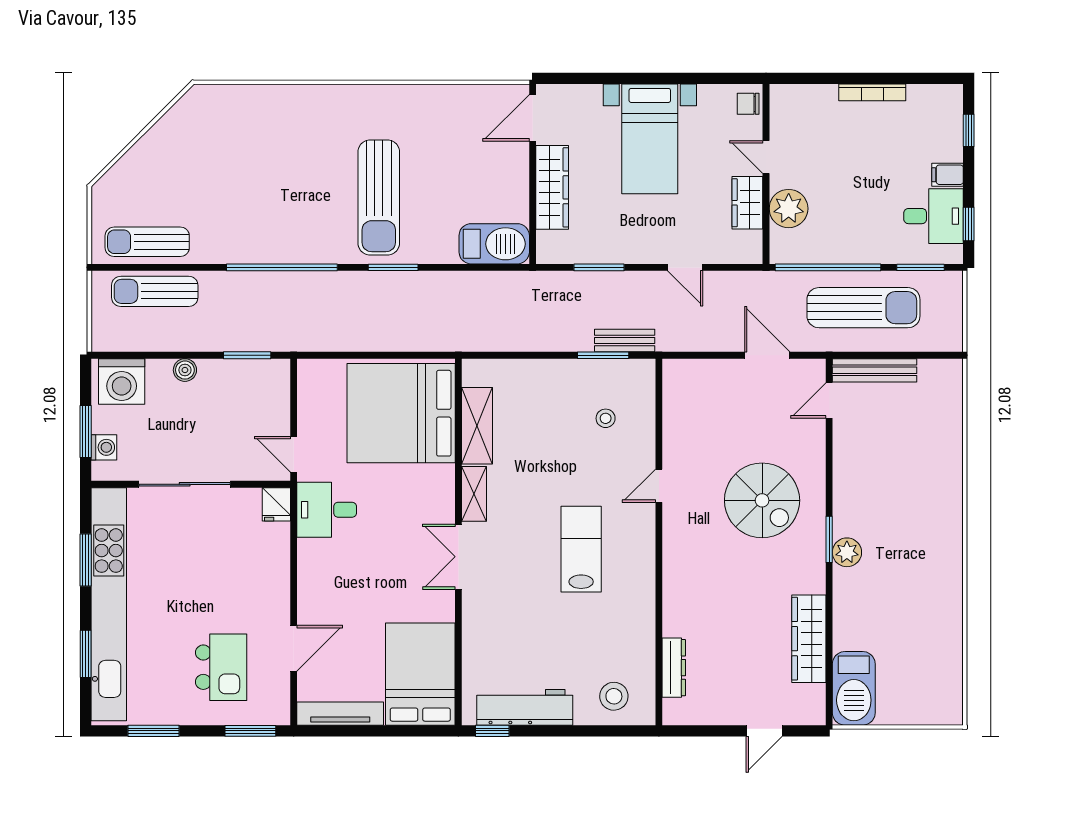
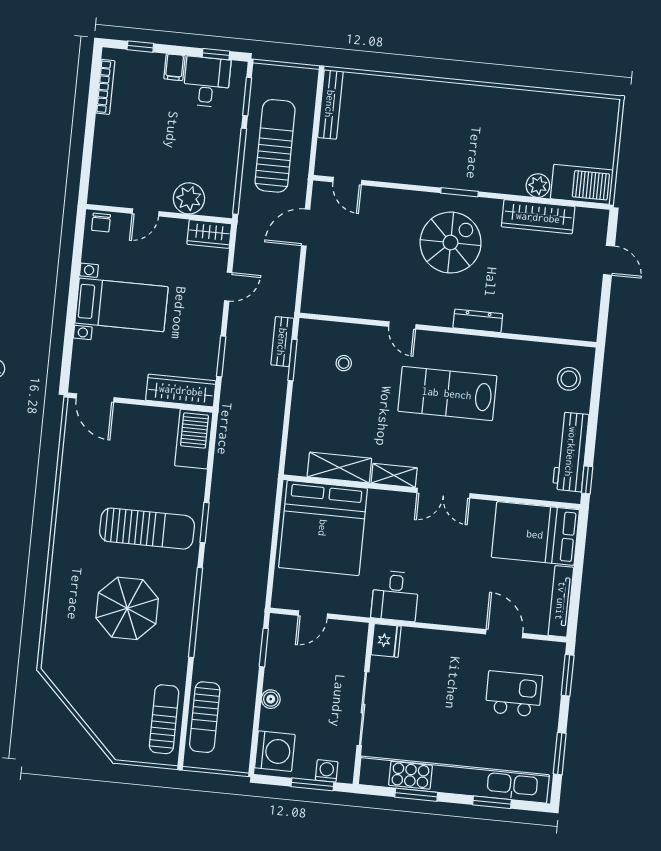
bookcase: (872, 92) -> (105, 87), moved
parasol: (279, 183) -> (127, 608), added
wardrobe: (552, 187) -> (181, 390), moved
wardrobe: (747, 203) -> (209, 234), moved
sun lounger: (147, 242) -> (164, 719), turned 180
bench: (875, 370) -> (330, 104), moved
door: (294, 454) -> (313, 615), moved
spiral stairs: (762, 500) -> (451, 243), moved
fridge: (276, 504) -> (386, 640), width x1.38
lab bench: (581, 549) -> (447, 393), width x1.36, depth x1.39
plant: (847, 552) -> (538, 186), moved
dresser: (674, 668) -> (478, 321), moved

